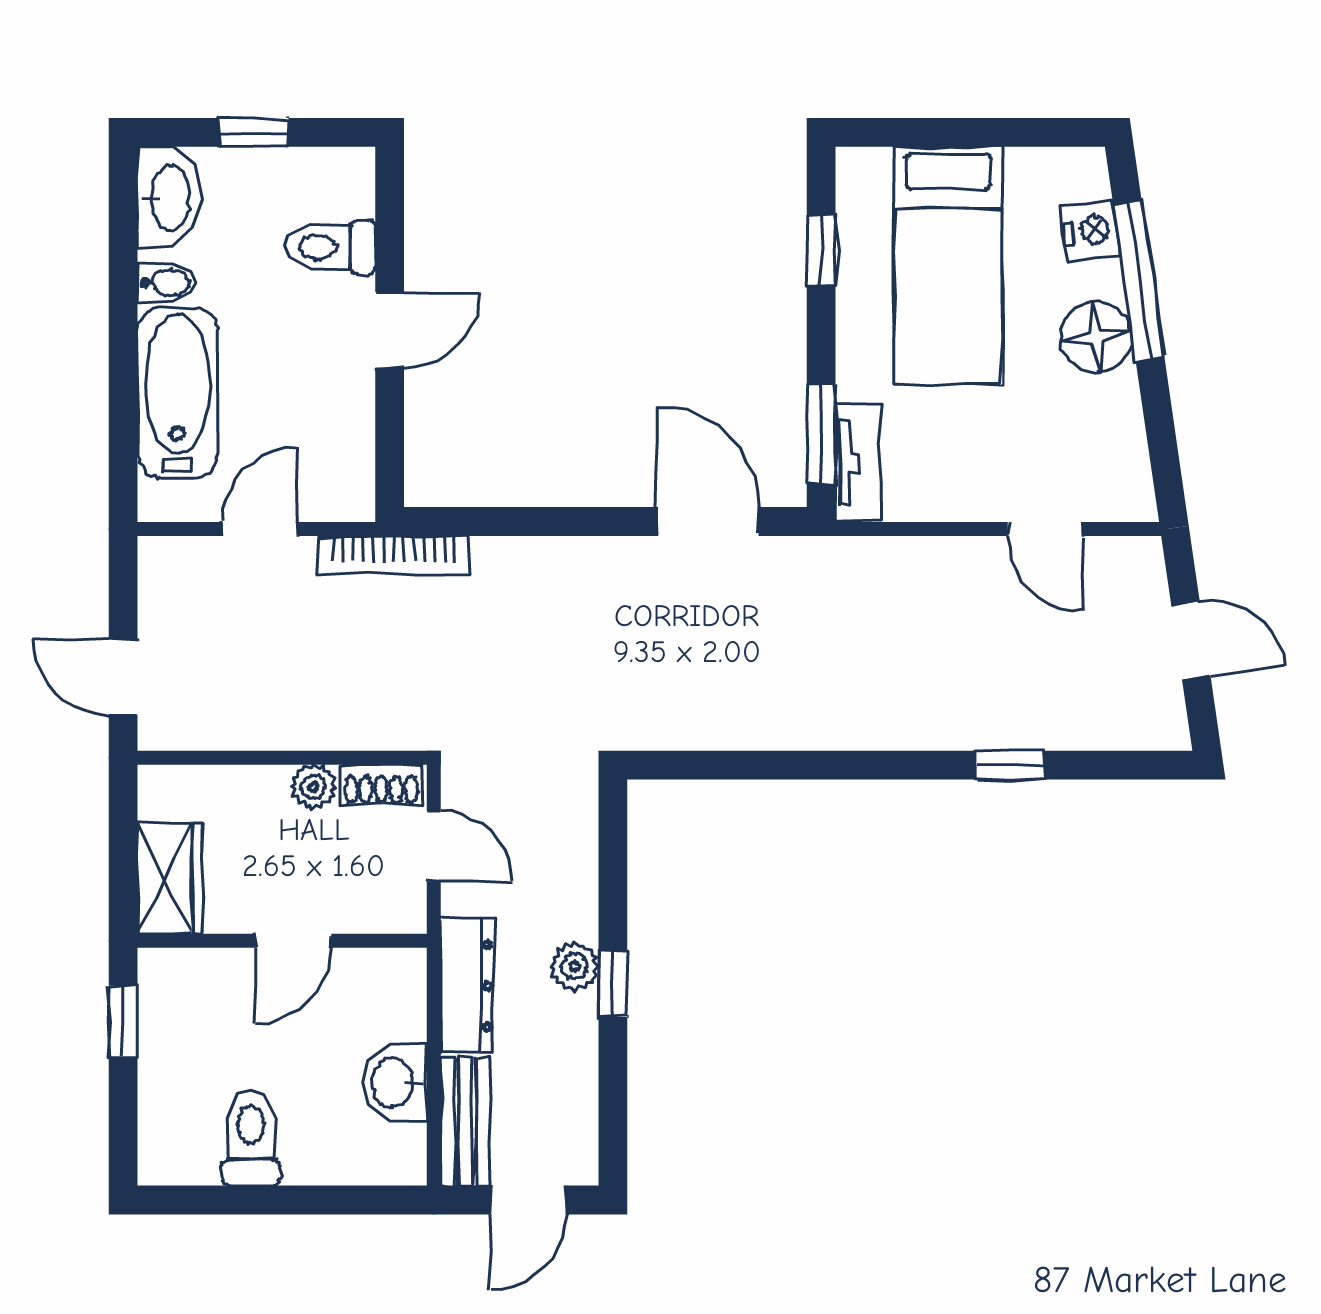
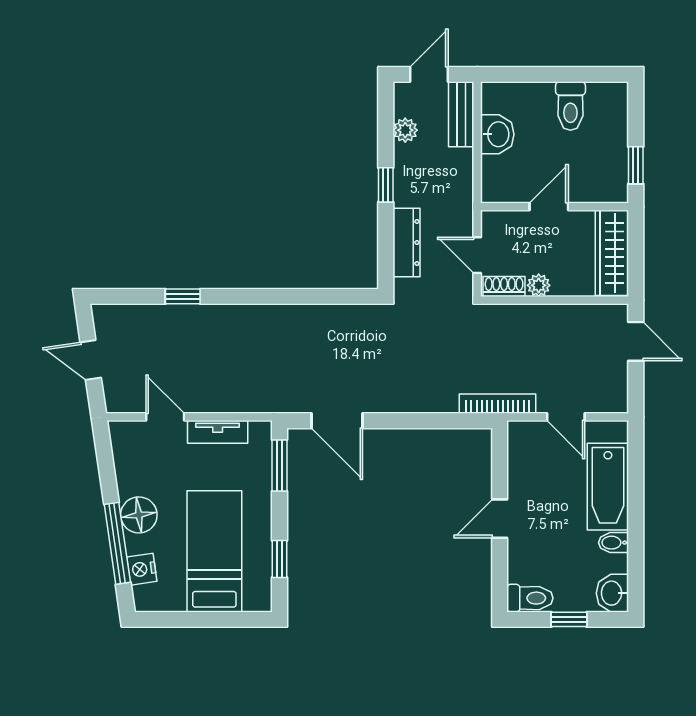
washbasin: (169, 198) -> (612, 593), width x0.72
toilet: (330, 247) -> (530, 598), moved
tv unit: (858, 463) -> (218, 432), moved, turned -90
door: (260, 529) -> (566, 417), hinge flipped
wardrobe: (170, 878) -> (612, 253), width x1.50
plant: (575, 966) -> (405, 130), moved
dresser: (467, 986) -> (406, 243), moved, turned 180

